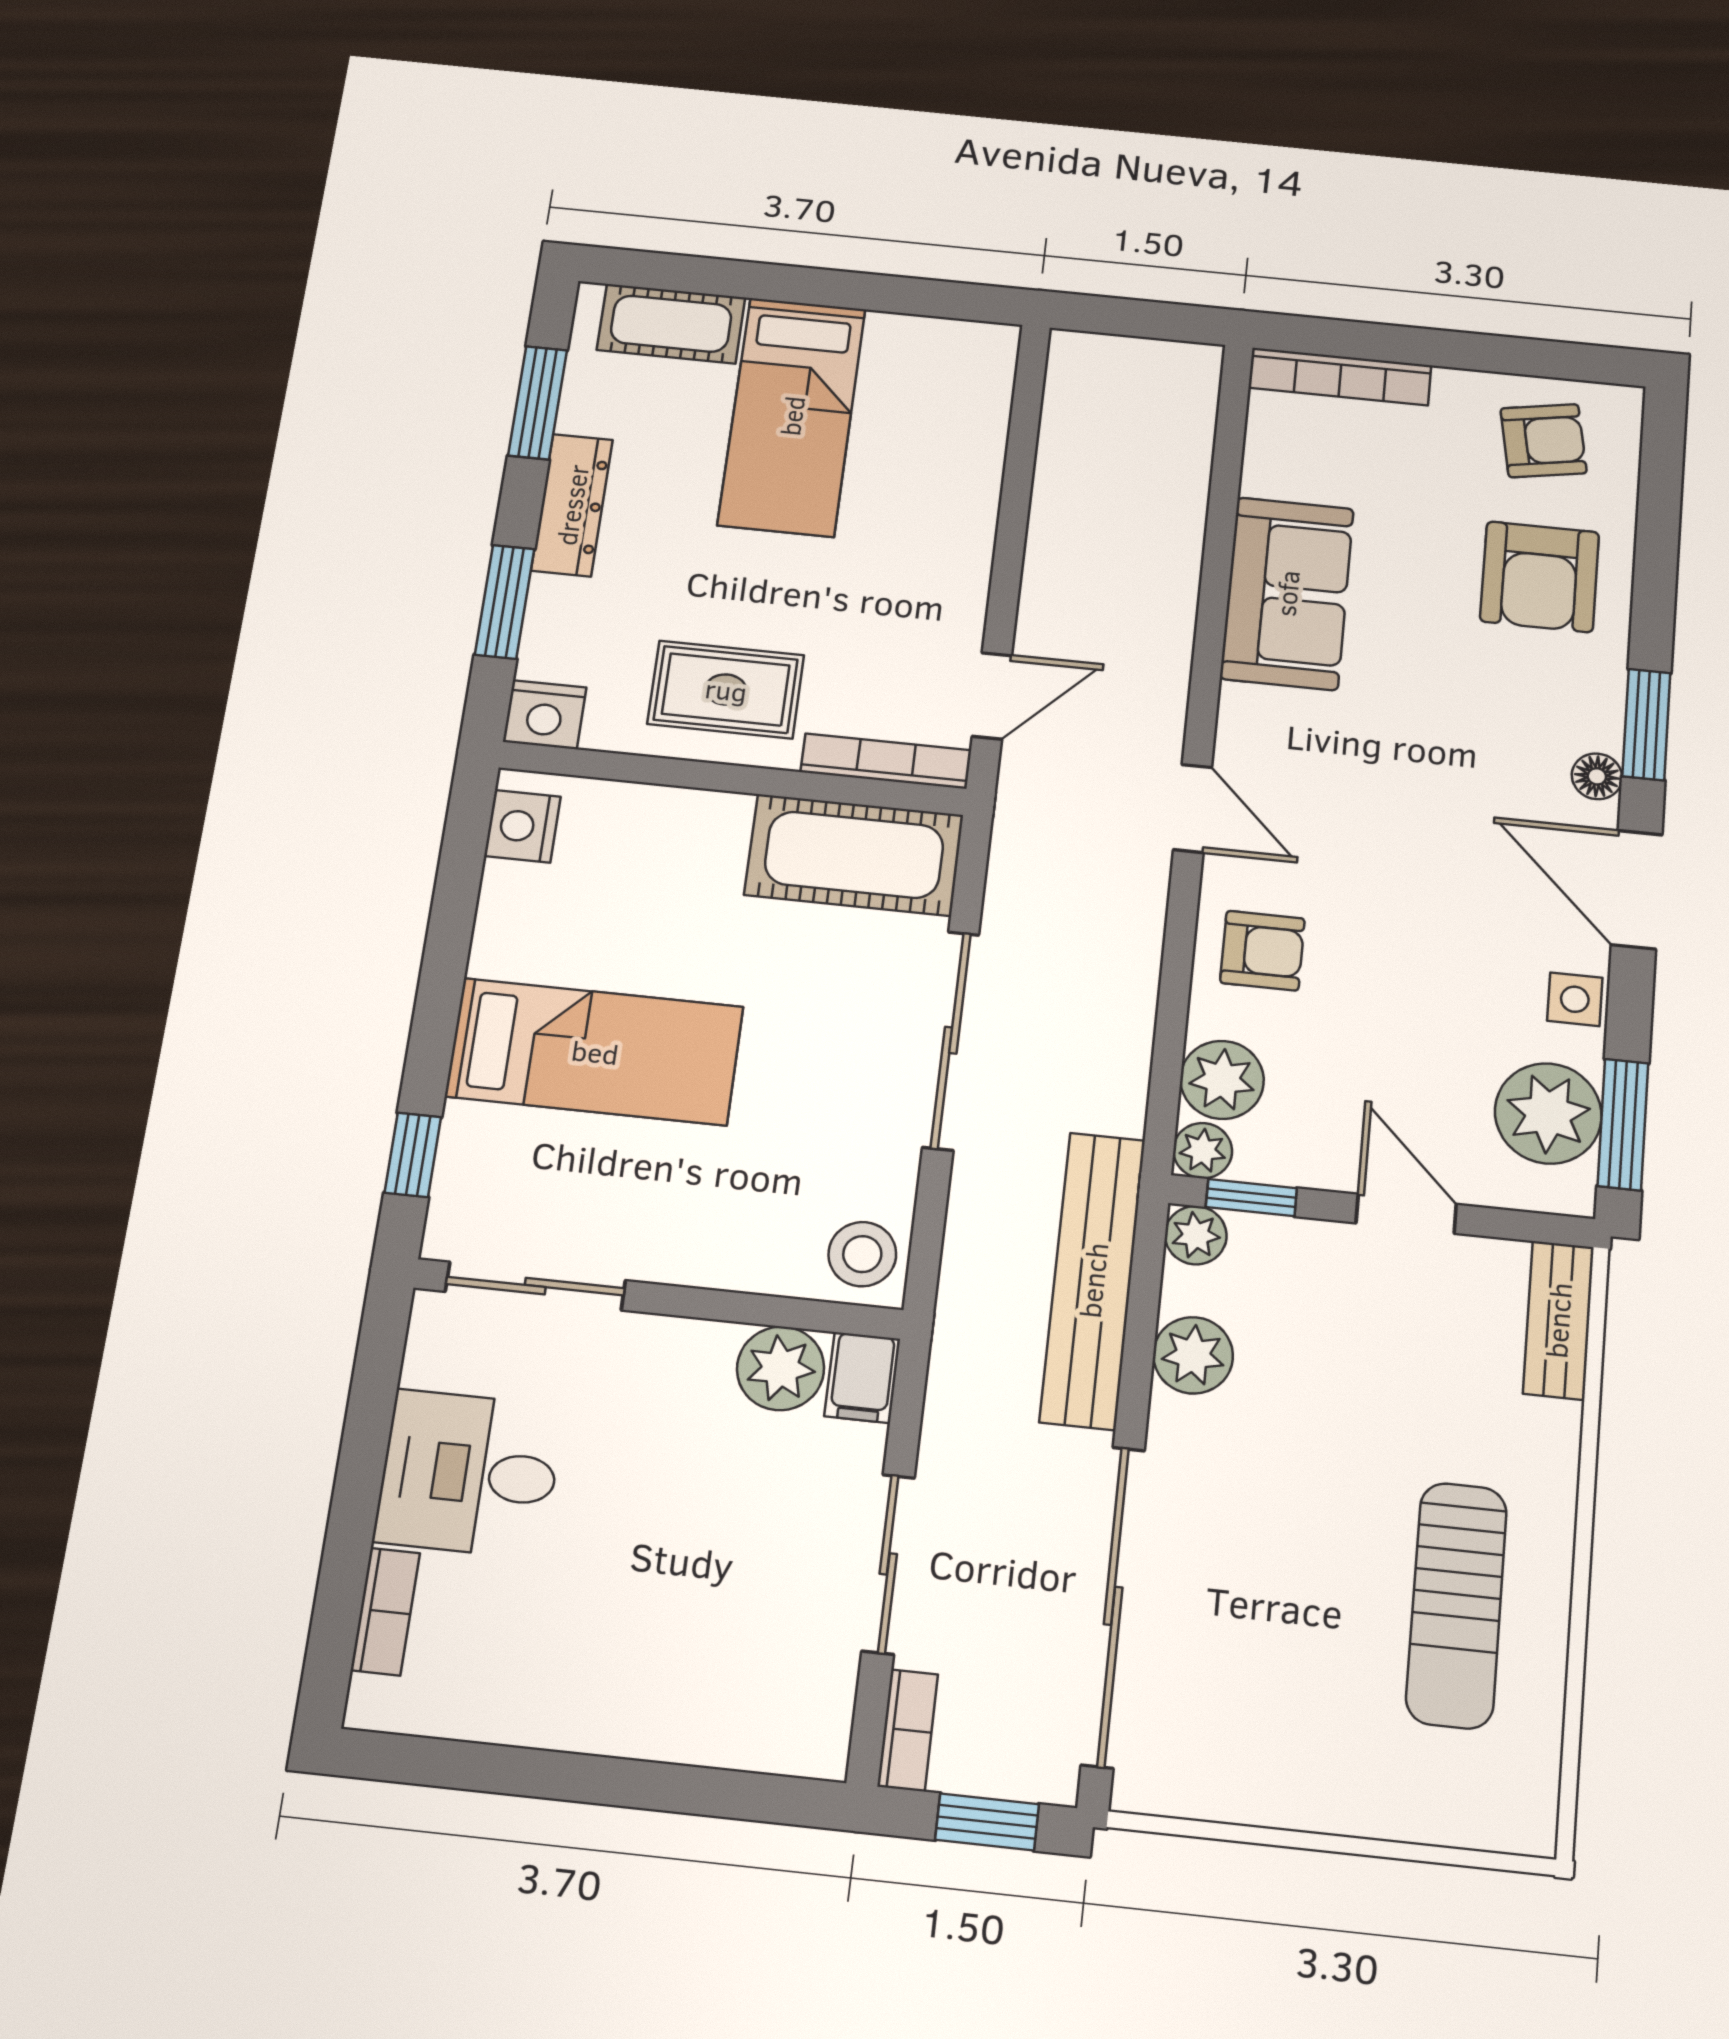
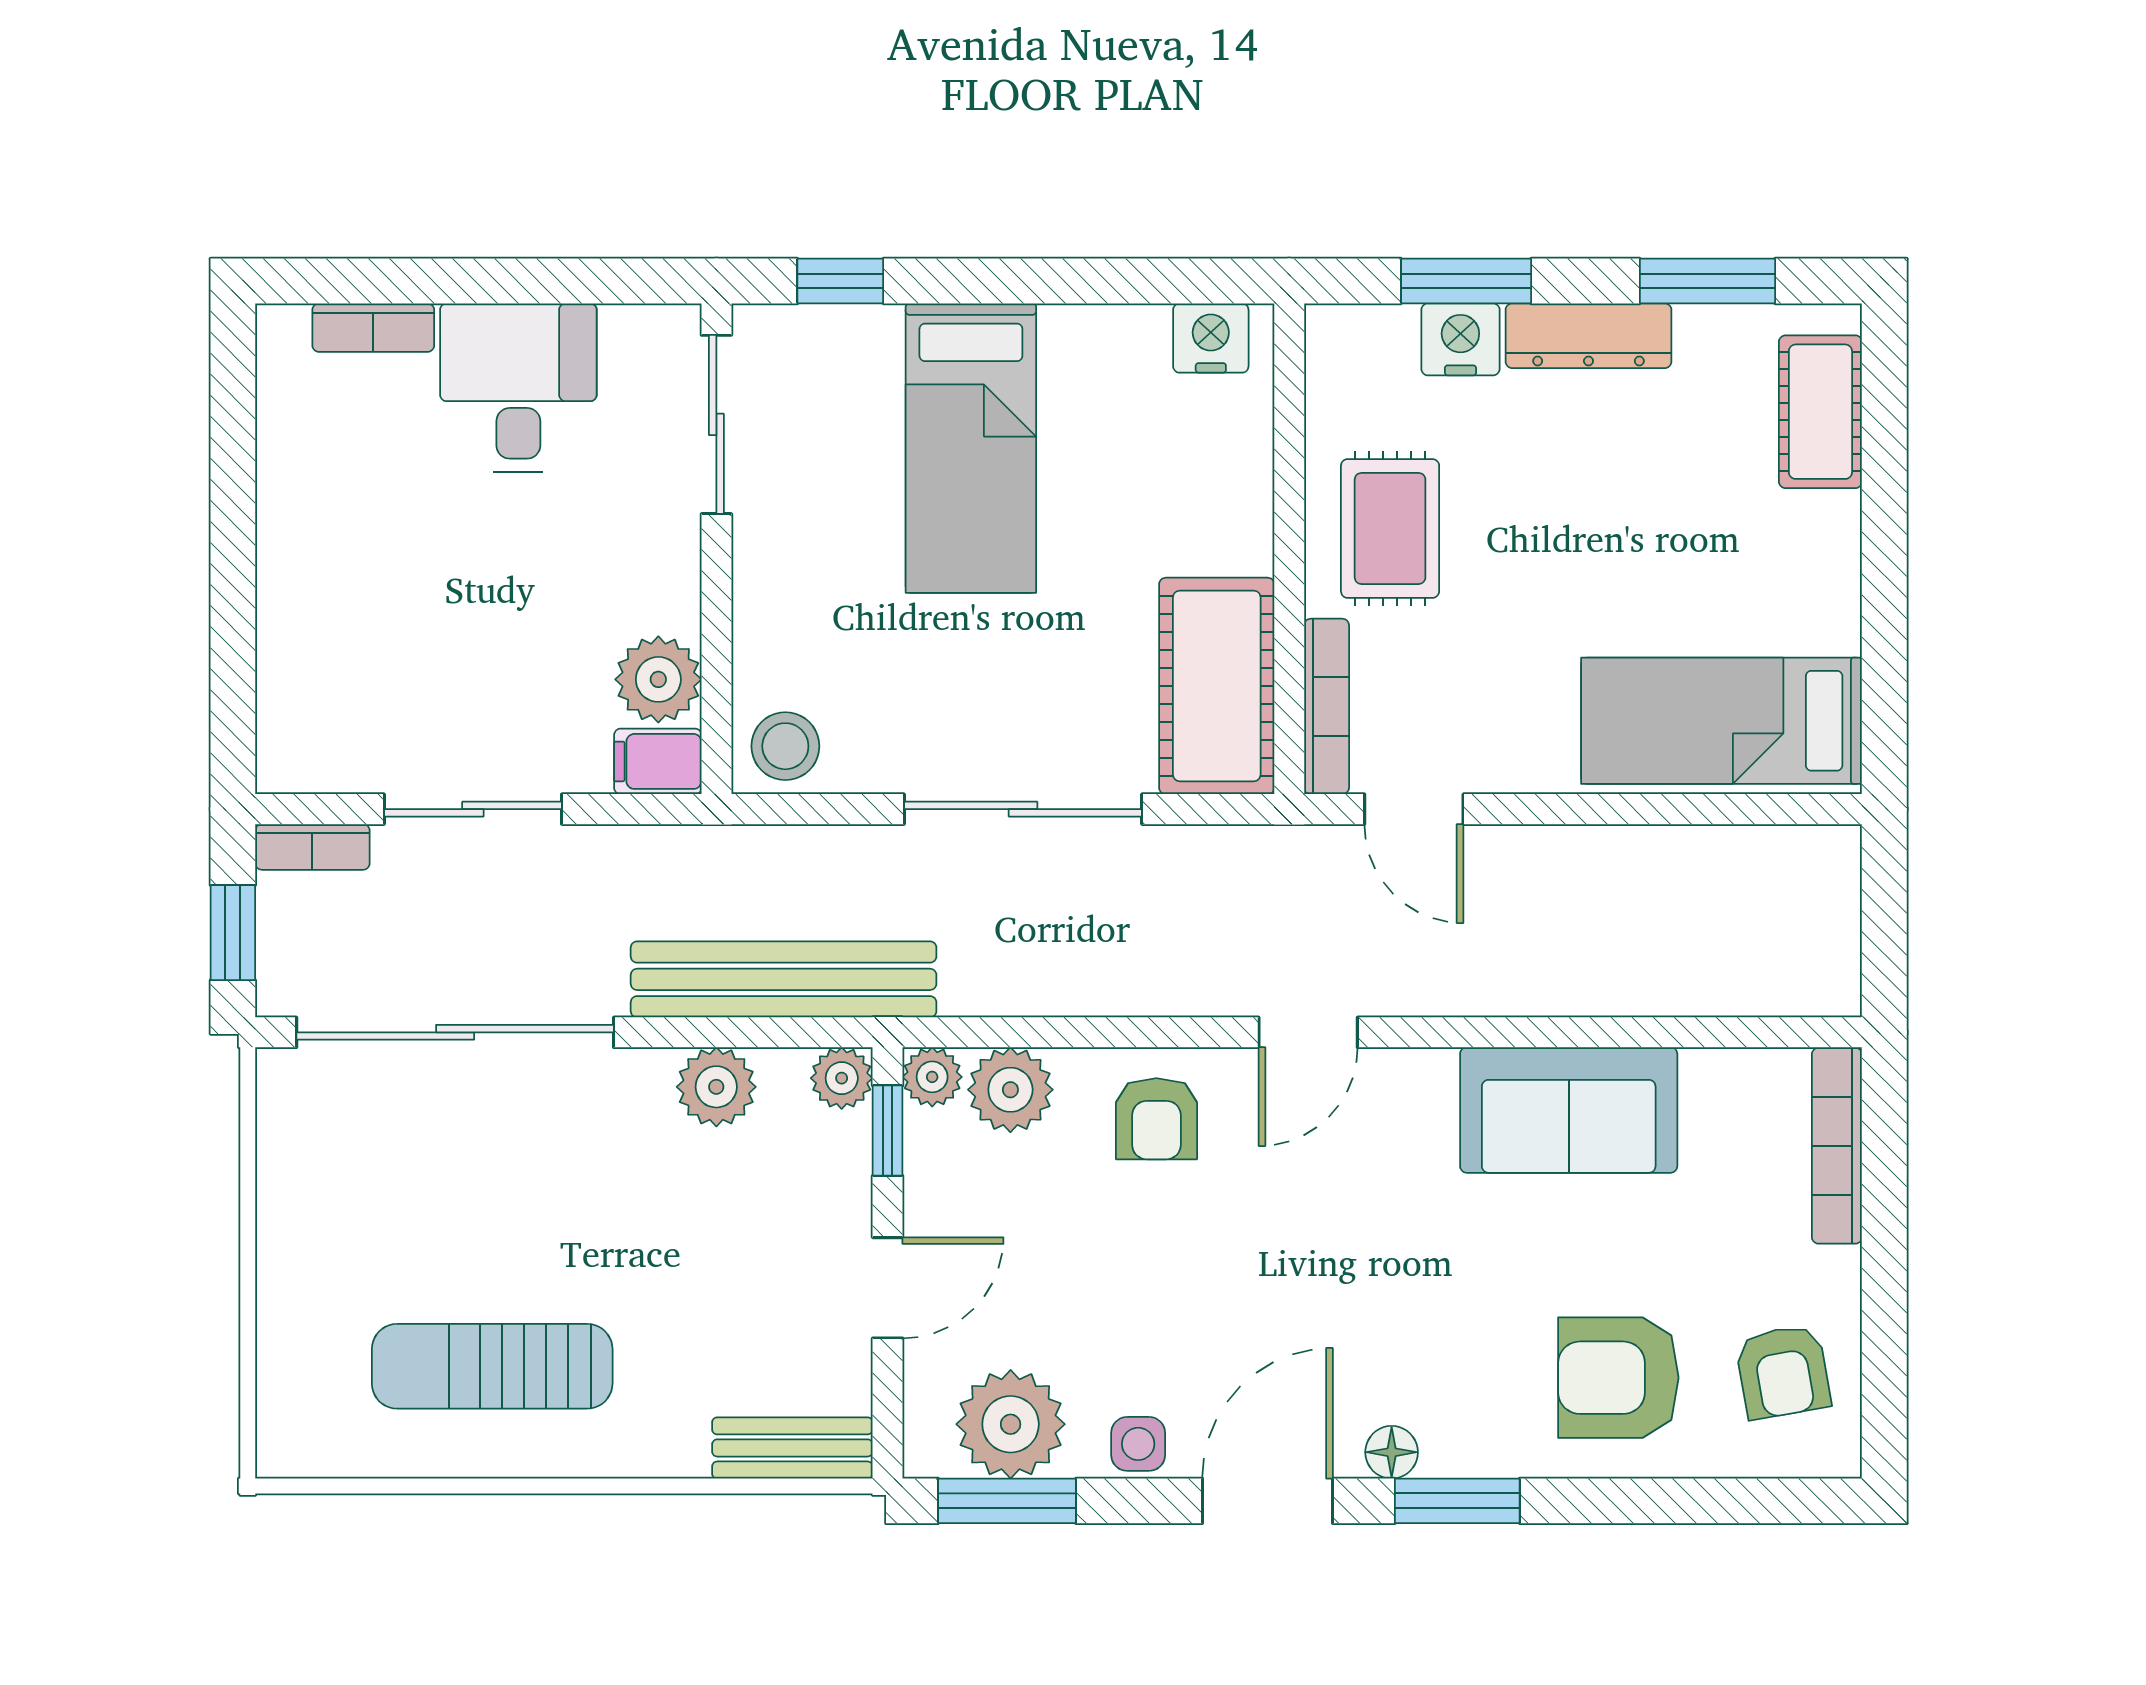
bed: (792, 416) -> (1722, 721), moved
nightstand: (545, 715) -> (1460, 339), moved, turned 90

